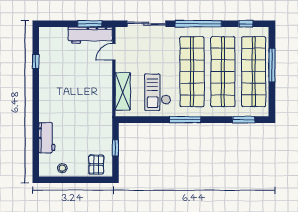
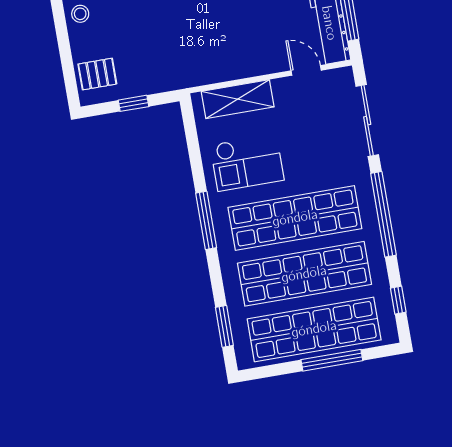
checkout: (158, 92) -> (247, 162), turned 180

